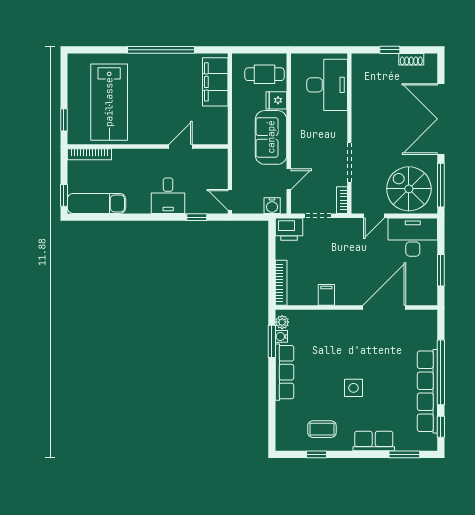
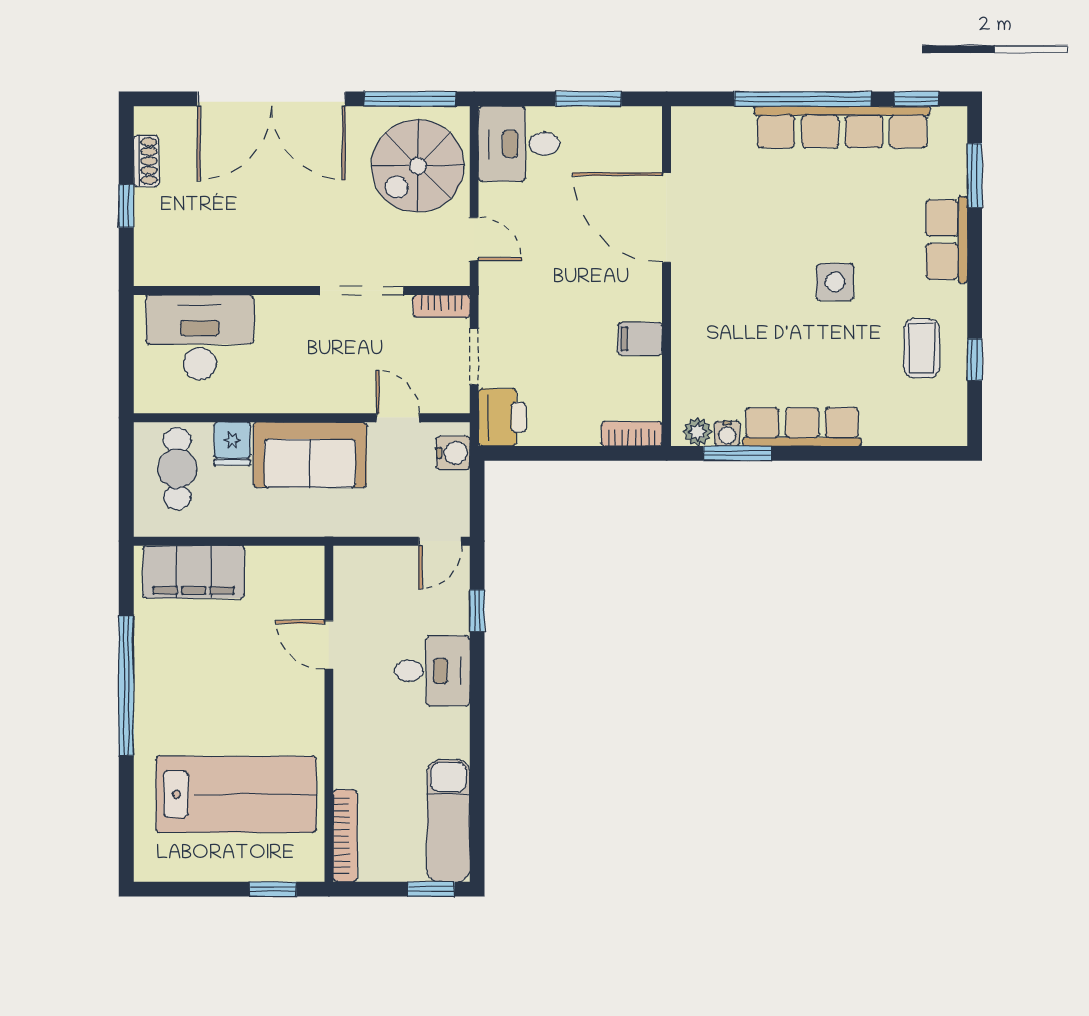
desk: (413, 237) -> (519, 144), width x0.73
bookcase: (281, 283) -> (632, 434), width x0.64

